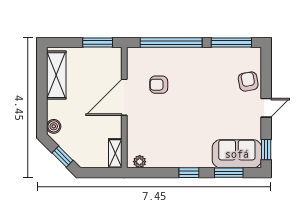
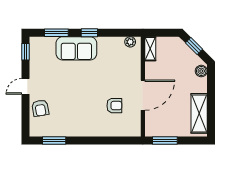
window: (171, 43) -> (104, 140), removed
window: (231, 43) -> (54, 140), width x0.69
sofa: (237, 154) -> (76, 48), moved

